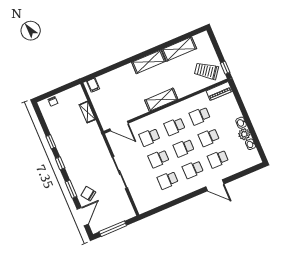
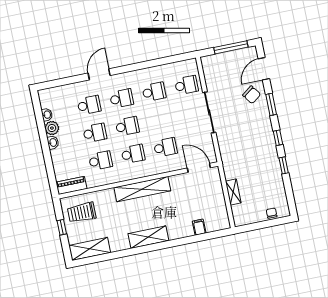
shelving: (179, 49) -> (90, 249), moved
window: (225, 68) -> (62, 227), moved
trolley: (206, 71) -> (82, 212), turned 144
filing cabinet: (93, 85) -> (199, 227), moved
shelving: (161, 100) -> (142, 189), width x1.47
school desk: (159, 159) -> (186, 85), moved
door: (215, 185) -> (99, 74), hinge flipped

